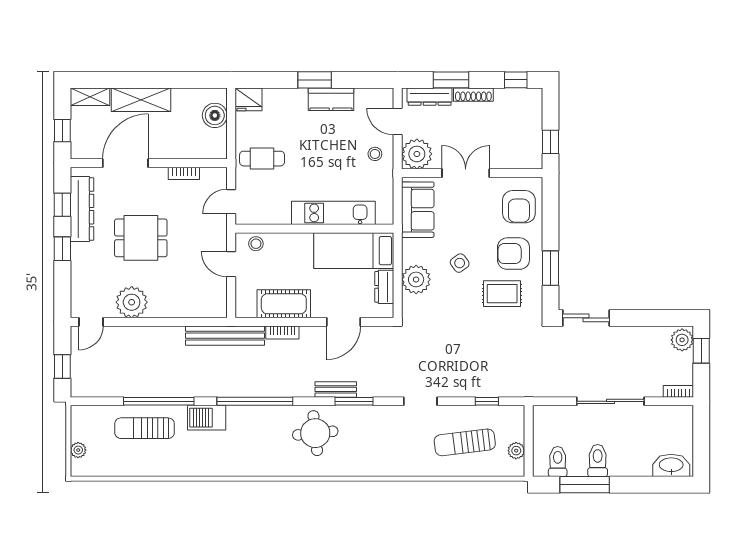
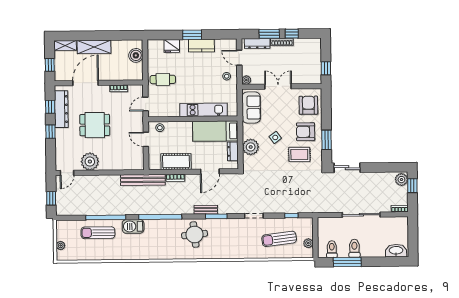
window: (516, 80) -> (292, 34), moved
fridge: (248, 99) -> (172, 46), moved
plant: (417, 154) -> (246, 80), width x0.53, depth x0.53
armchair: (519, 207) -> (308, 105), turned 180

